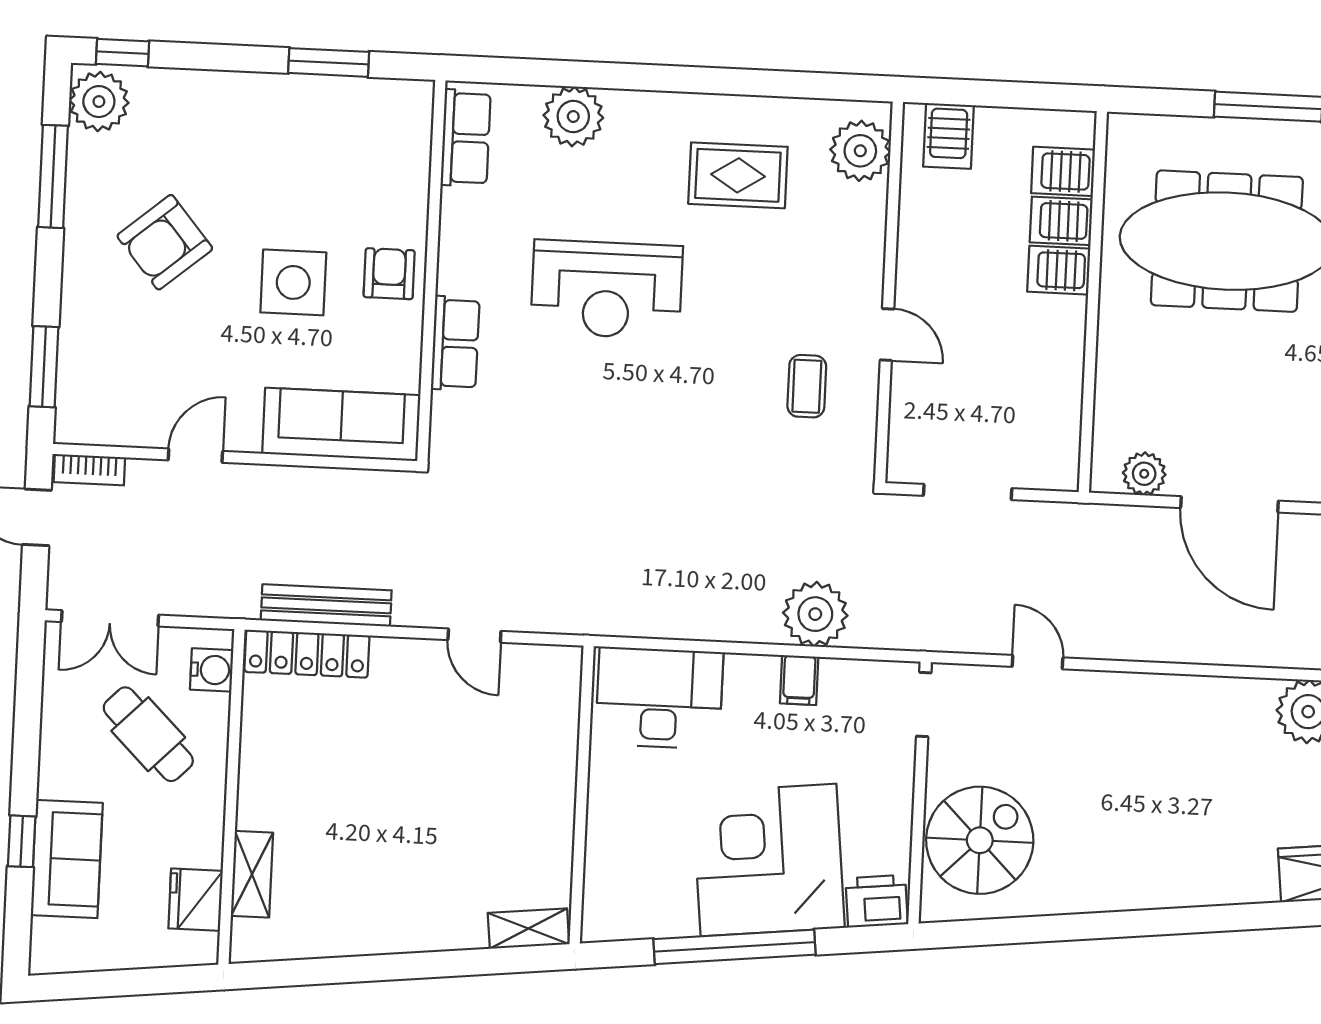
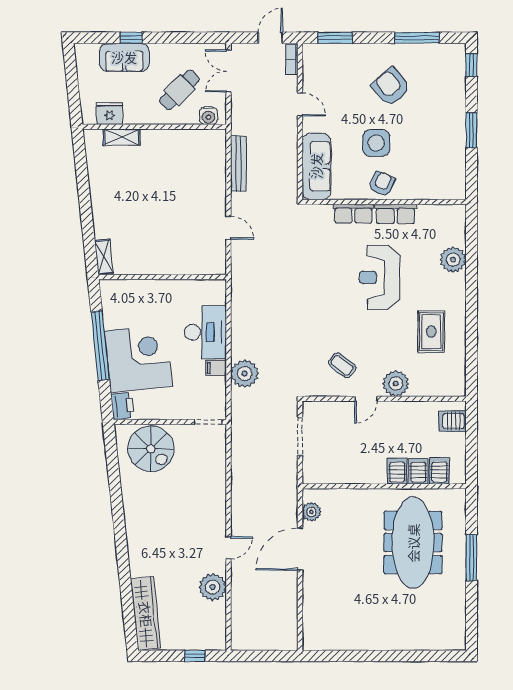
window: (329, 62) -> (471, 130), moved
plant: (99, 102) -> (450, 56), removed
row of seats: (466, 138) -> (396, 214), moved
plant: (860, 151) -> (396, 384), moved
armchair: (389, 274) -> (382, 184), turned -67
coffee table: (807, 386) -> (342, 365), turned 38
door: (474, 636) -> (228, 228), swing flipped
locker: (307, 654) -> (217, 156), removed
door: (1037, 662) -> (228, 548), moved
desk: (659, 698) -> (205, 332), moved

